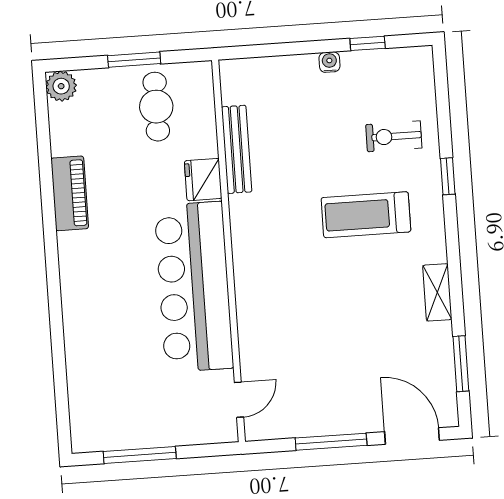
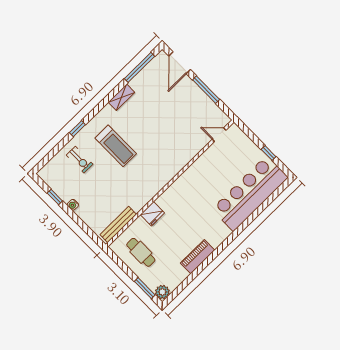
window: (134, 60) -> (145, 288), moved
cafe table: (156, 107) -> (141, 252), turned 90
bench: (237, 149) -> (118, 224), moved
bar counter: (194, 287) -> (250, 193), moved, turned 180
window: (461, 364) -> (139, 67), width x1.44
window: (140, 455) -> (269, 153), width x0.46

